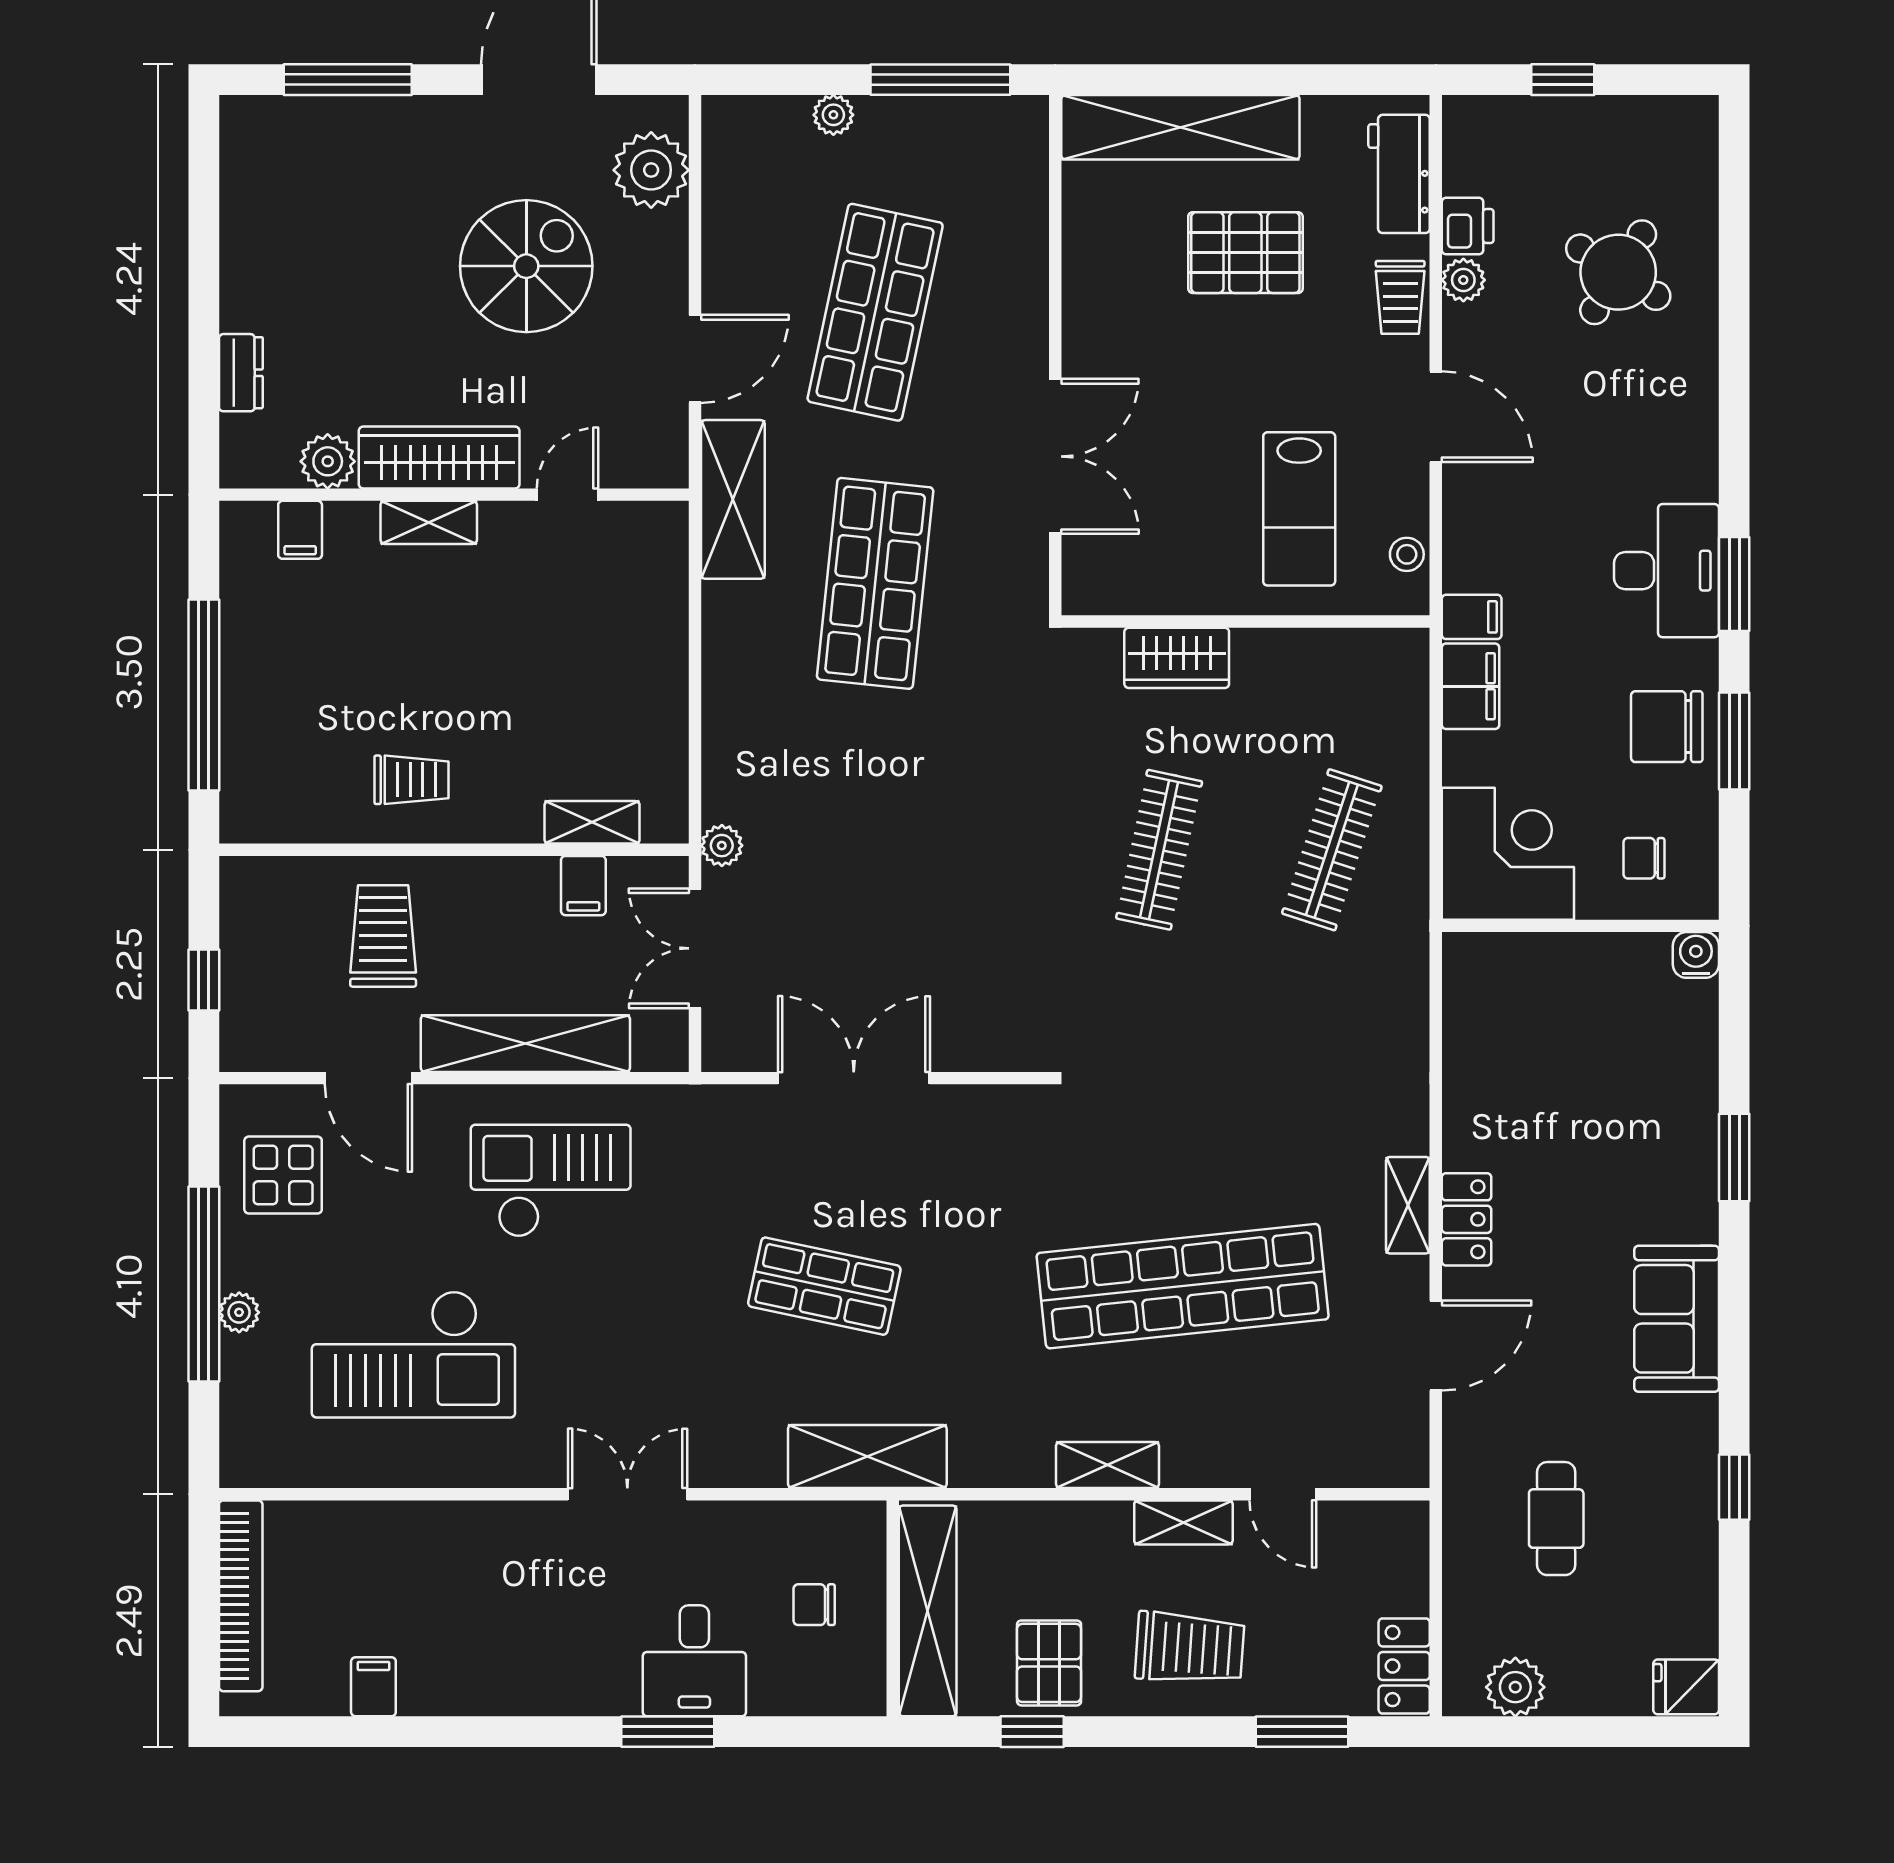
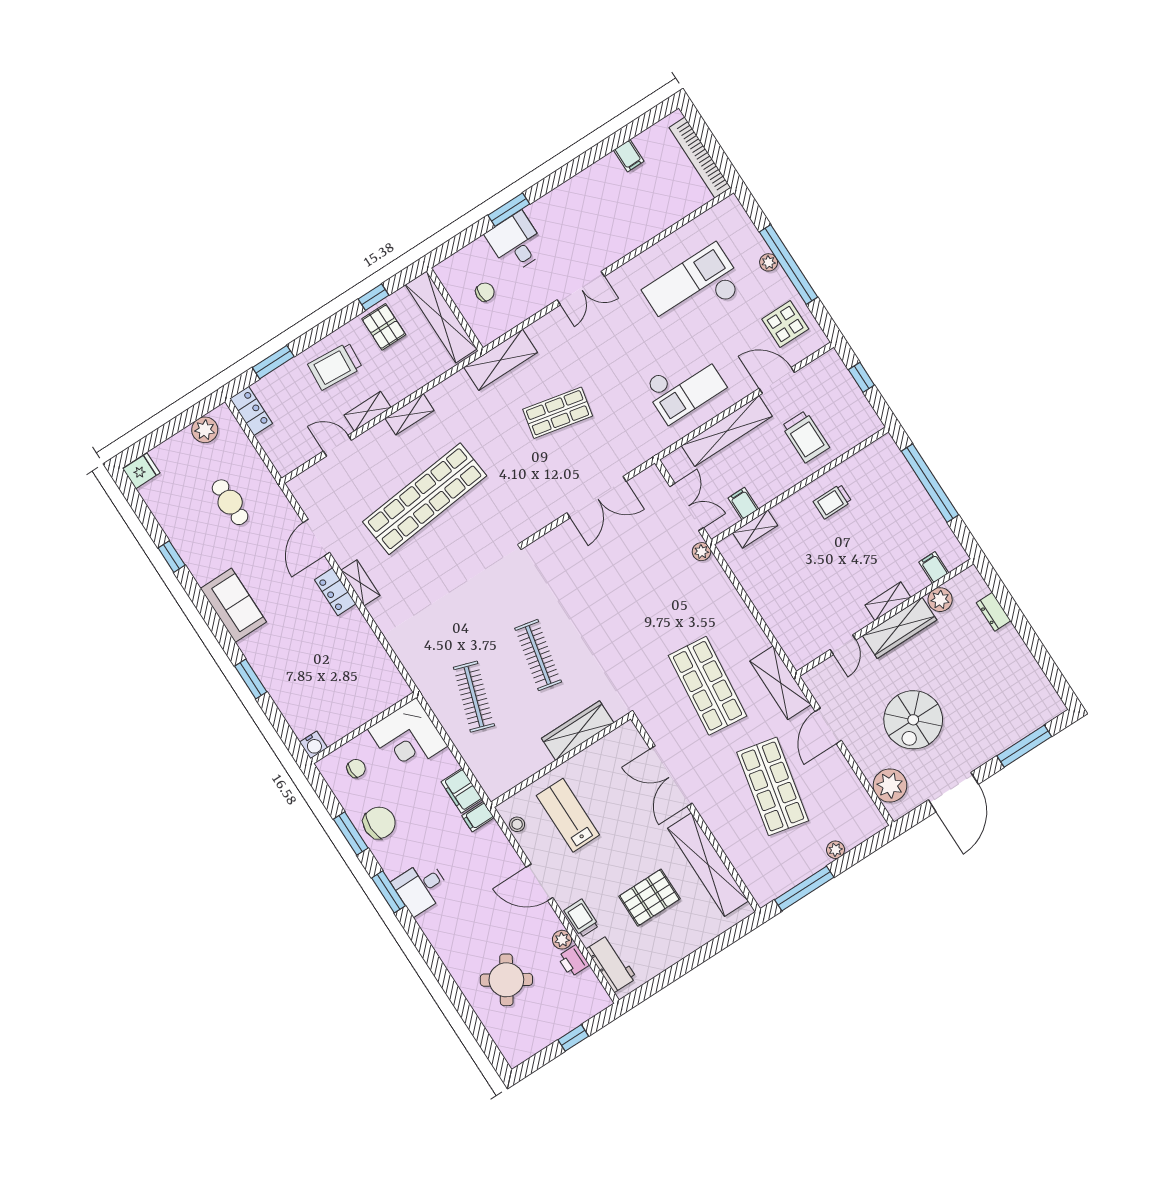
shelving: (1180, 127) -> (708, 865), moved, turned 90
desk: (1667, 571) -> (421, 887), width x0.73
wardrobe: (1177, 658) -> (578, 731), width x1.50

